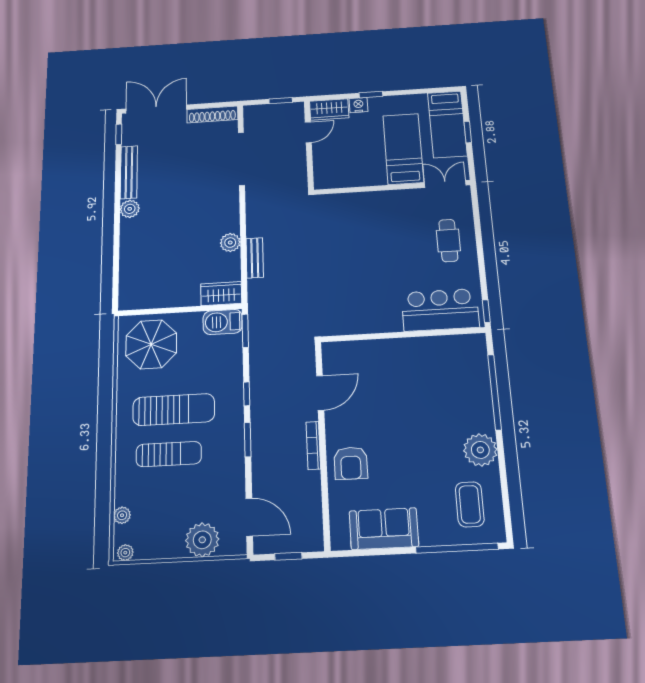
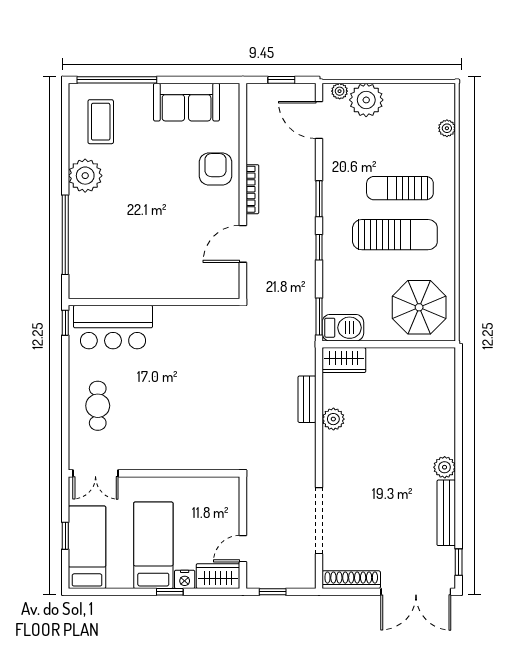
bed: (403, 149) -> (153, 545), moved, turned 180
sun lounger: (174, 410) -> (395, 235), turned 180
plant: (125, 553) -> (340, 91), moved

